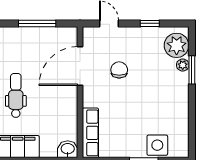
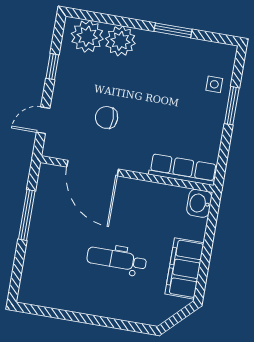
plant: (183, 65) -> (120, 41), width x1.87, depth x1.87
window: (192, 70) -> (173, 30), moved
side table: (157, 145) -> (214, 84), width x0.54, depth x0.54

